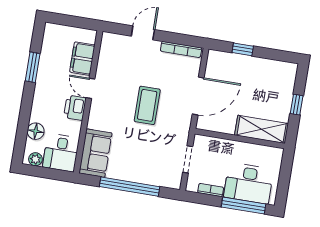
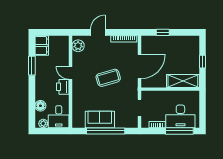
plant: (109, 48) -> (78, 46), added
filing cabinet: (82, 59) -> (42, 46), moved, turned 180
coffee table: (147, 105) -> (108, 78), turned 74
sofa: (95, 153) -> (100, 119), moved, turned -90

